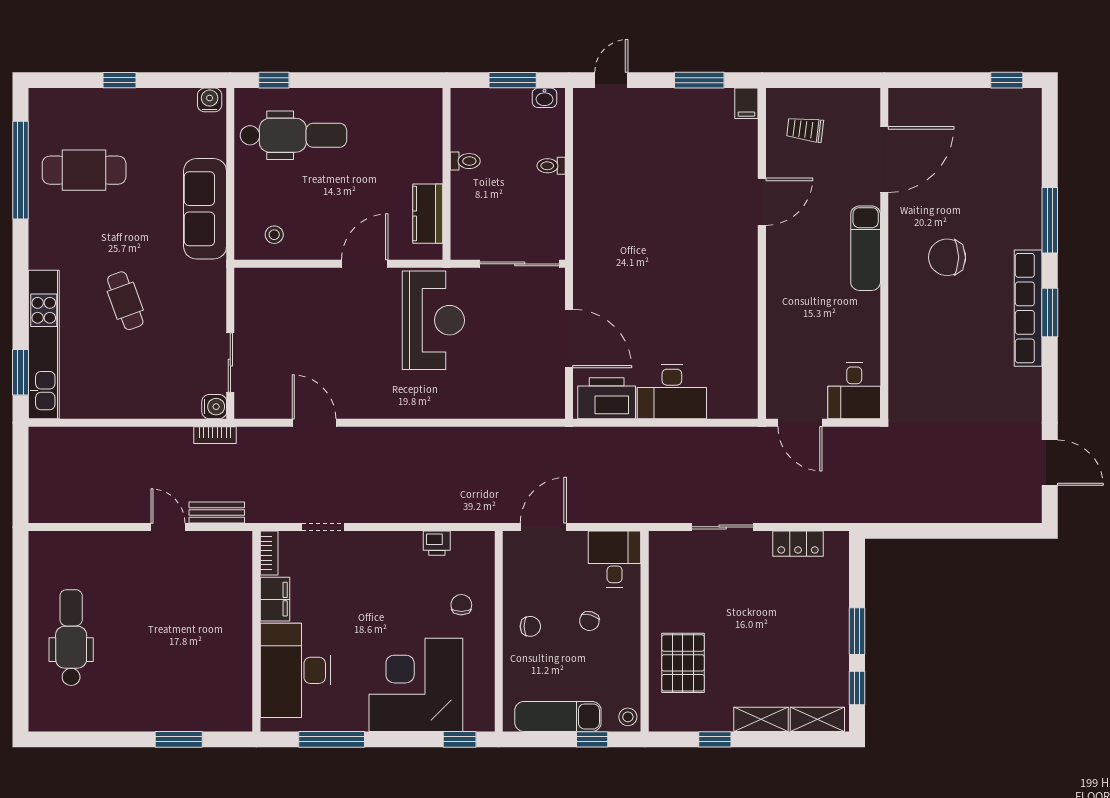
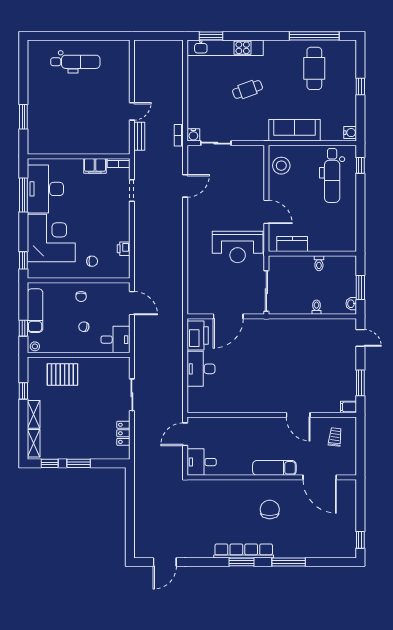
stool: (274, 235) -> (281, 166), width x1.89, depth x1.89
desk: (296, 670) -> (45, 189), moved, turned -90

